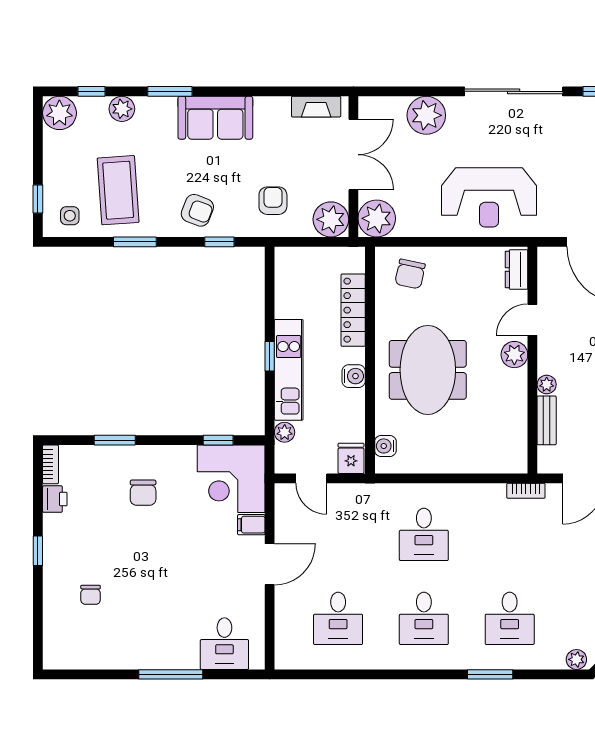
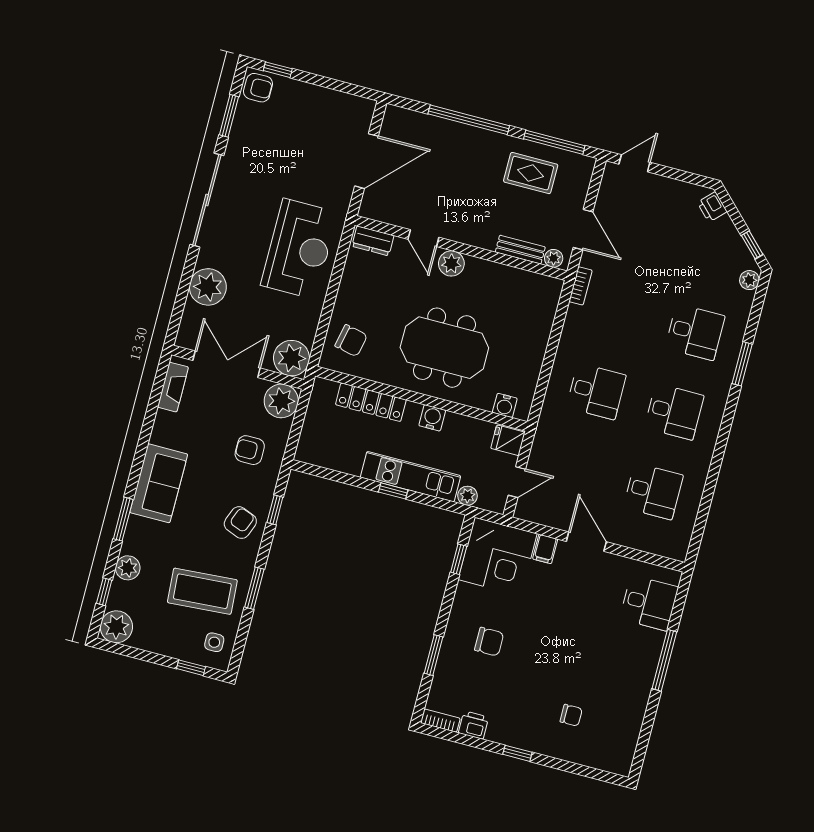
plant: (547, 384) -> (554, 258), moved

